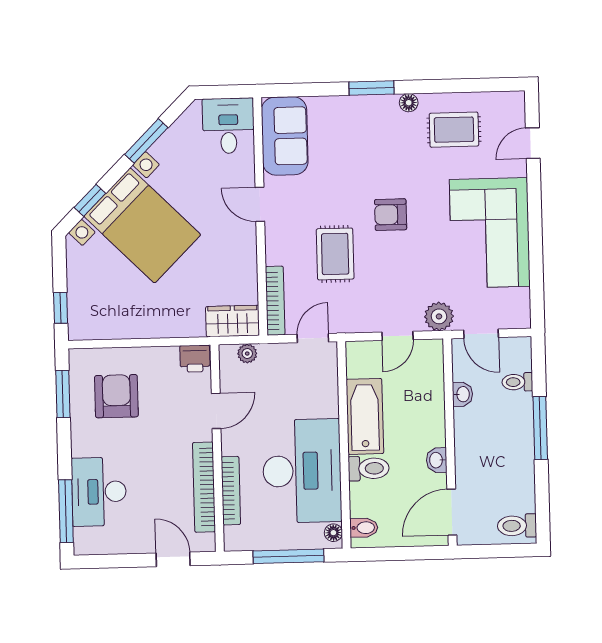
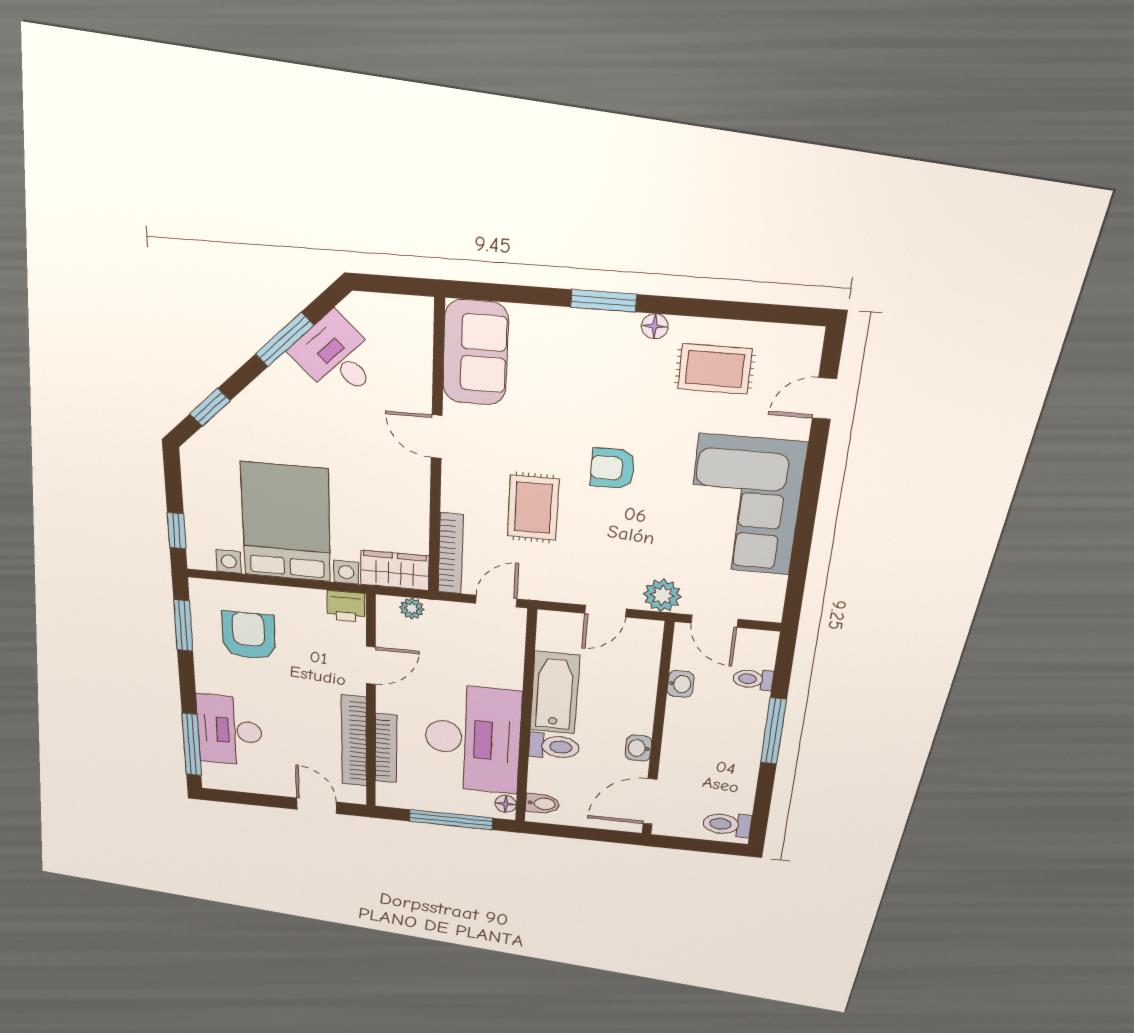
desk: (228, 126) -> (337, 357), moved, turned -45
bed with nightstands: (142, 225) -> (286, 522), moved, turned -135

